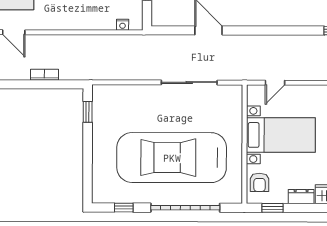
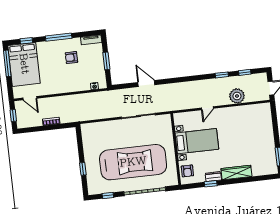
door: (275, 83) -> (207, 108), moved
window: (88, 112) -> (83, 169), moved
car: (172, 158) -> (133, 162), turned 180
window: (273, 208) -> (211, 184), moved

